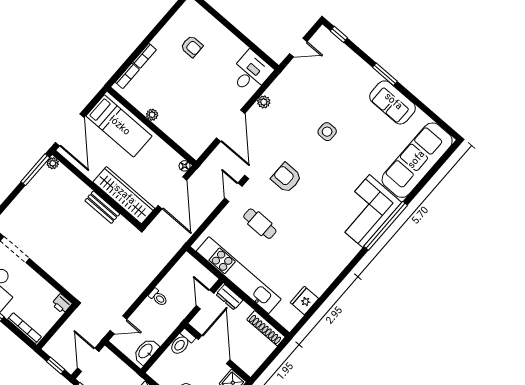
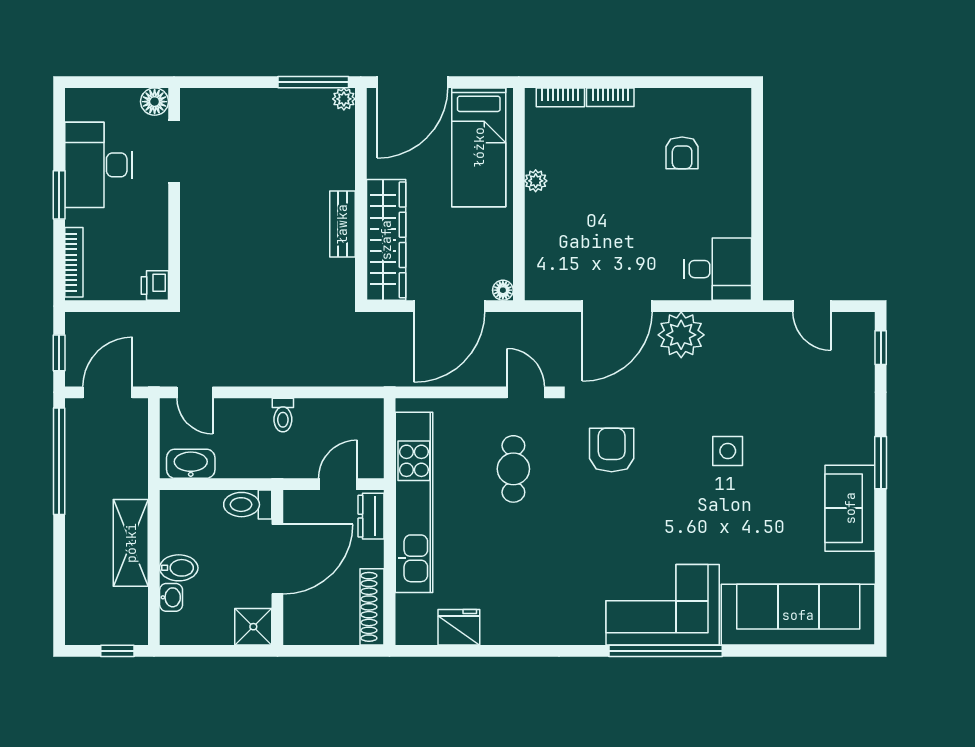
plant: (264, 102) -> (681, 335), width x1.88, depth x1.88
door: (233, 192) -> (526, 392), hinge flipped

